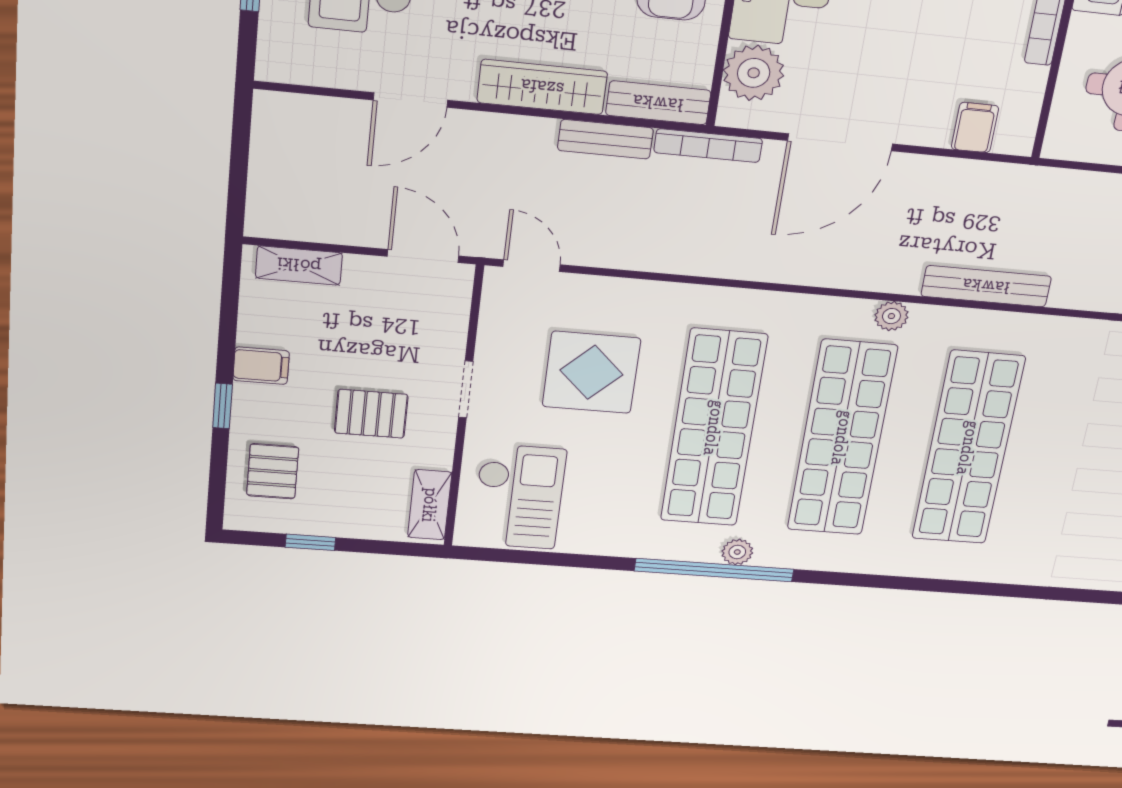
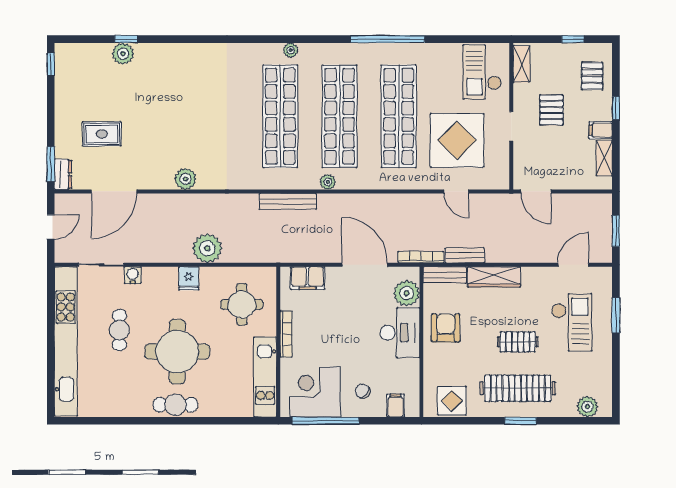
door: (410, 100) -> (573, 265), moved
filing cabinet: (975, 128) -> (307, 278), width x2.00
door: (840, 142) -> (365, 265), hinge flipped
window: (239, 157) -> (616, 231), added
shelving: (299, 265) -> (604, 158), moved, turned 90
door: (532, 266) -> (456, 191), moved
display table: (591, 372) -> (457, 140), width x1.36, depth x1.36
pallet: (371, 414) -> (551, 110), turned 90
plant: (737, 552) -> (291, 50), moved

